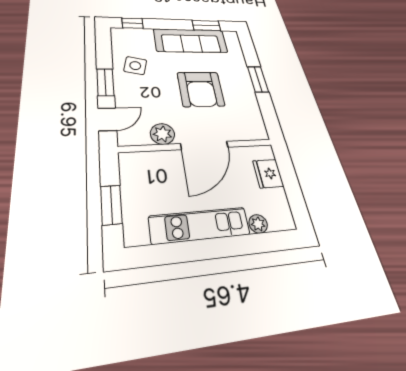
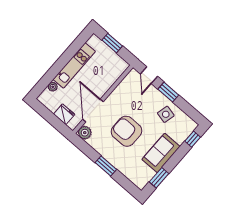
sofa: (191, 41) -> (161, 153), width x0.73
plant: (162, 134) -> (85, 133), moved
door: (204, 145) -> (93, 110), moved

